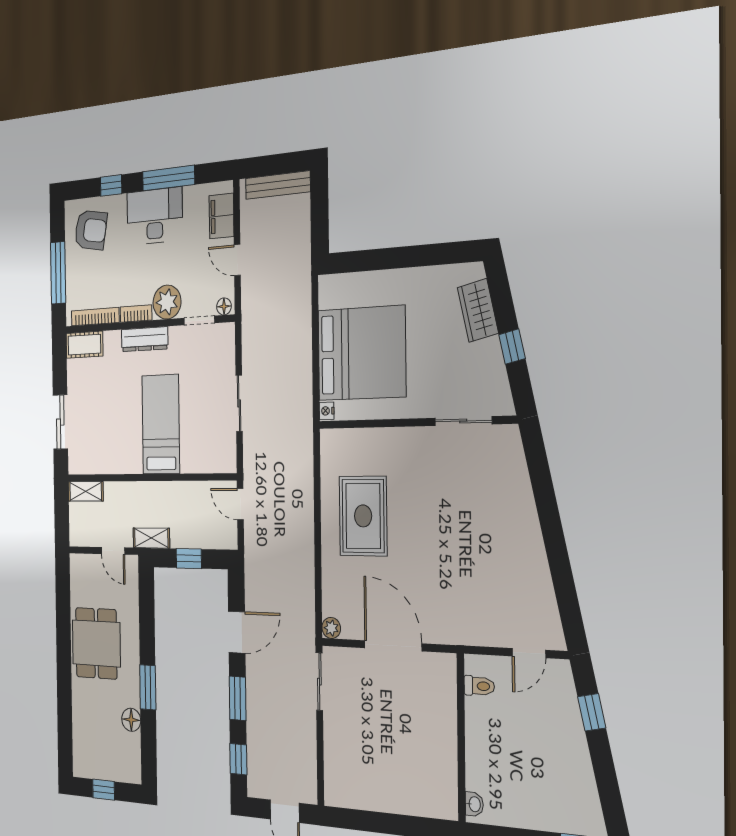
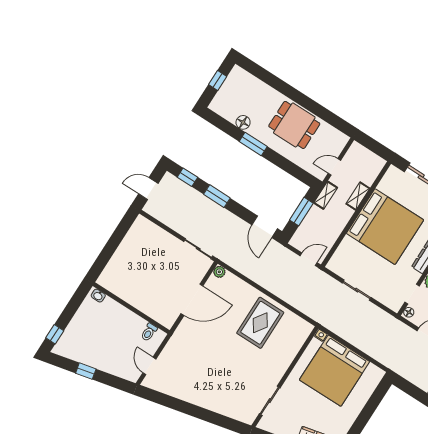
bed: (161, 424) -> (385, 227), width x2.04
shelving: (86, 491) -> (358, 196), moved
rug: (363, 516) -> (260, 323), turned 90
window: (189, 558) -> (301, 212), width x1.50
door: (237, 632) -> (265, 227), moved
window: (592, 712) -> (86, 371), moved

